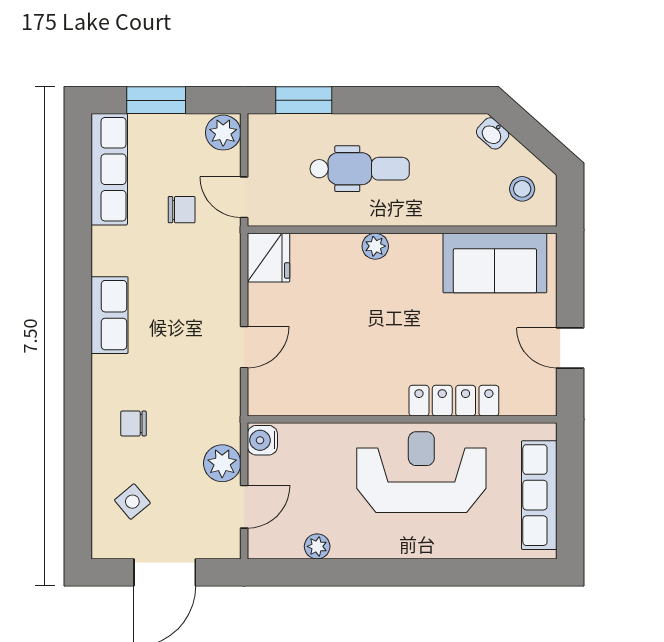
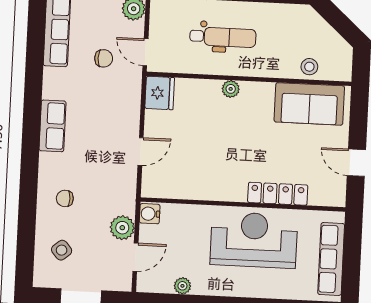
washbasin: (493, 133) -> (312, 18), removed
stool: (522, 189) -> (309, 67), moved

